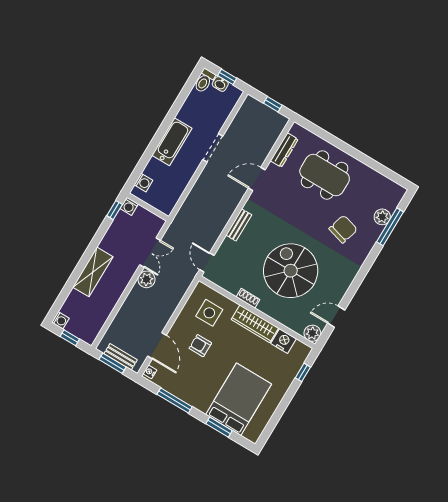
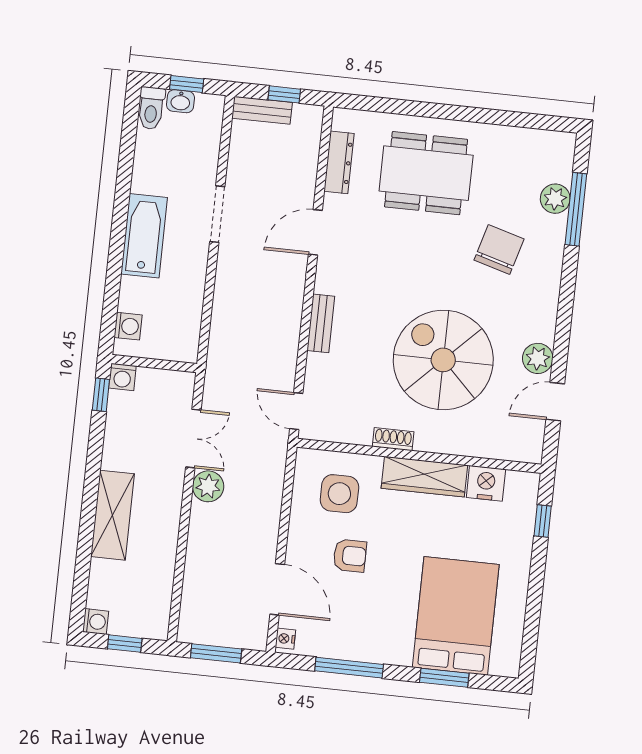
plant: (312, 333) -> (538, 358), moved
armchair: (200, 346) -> (350, 556), turned 180
bench: (121, 357) -> (262, 110), moved

